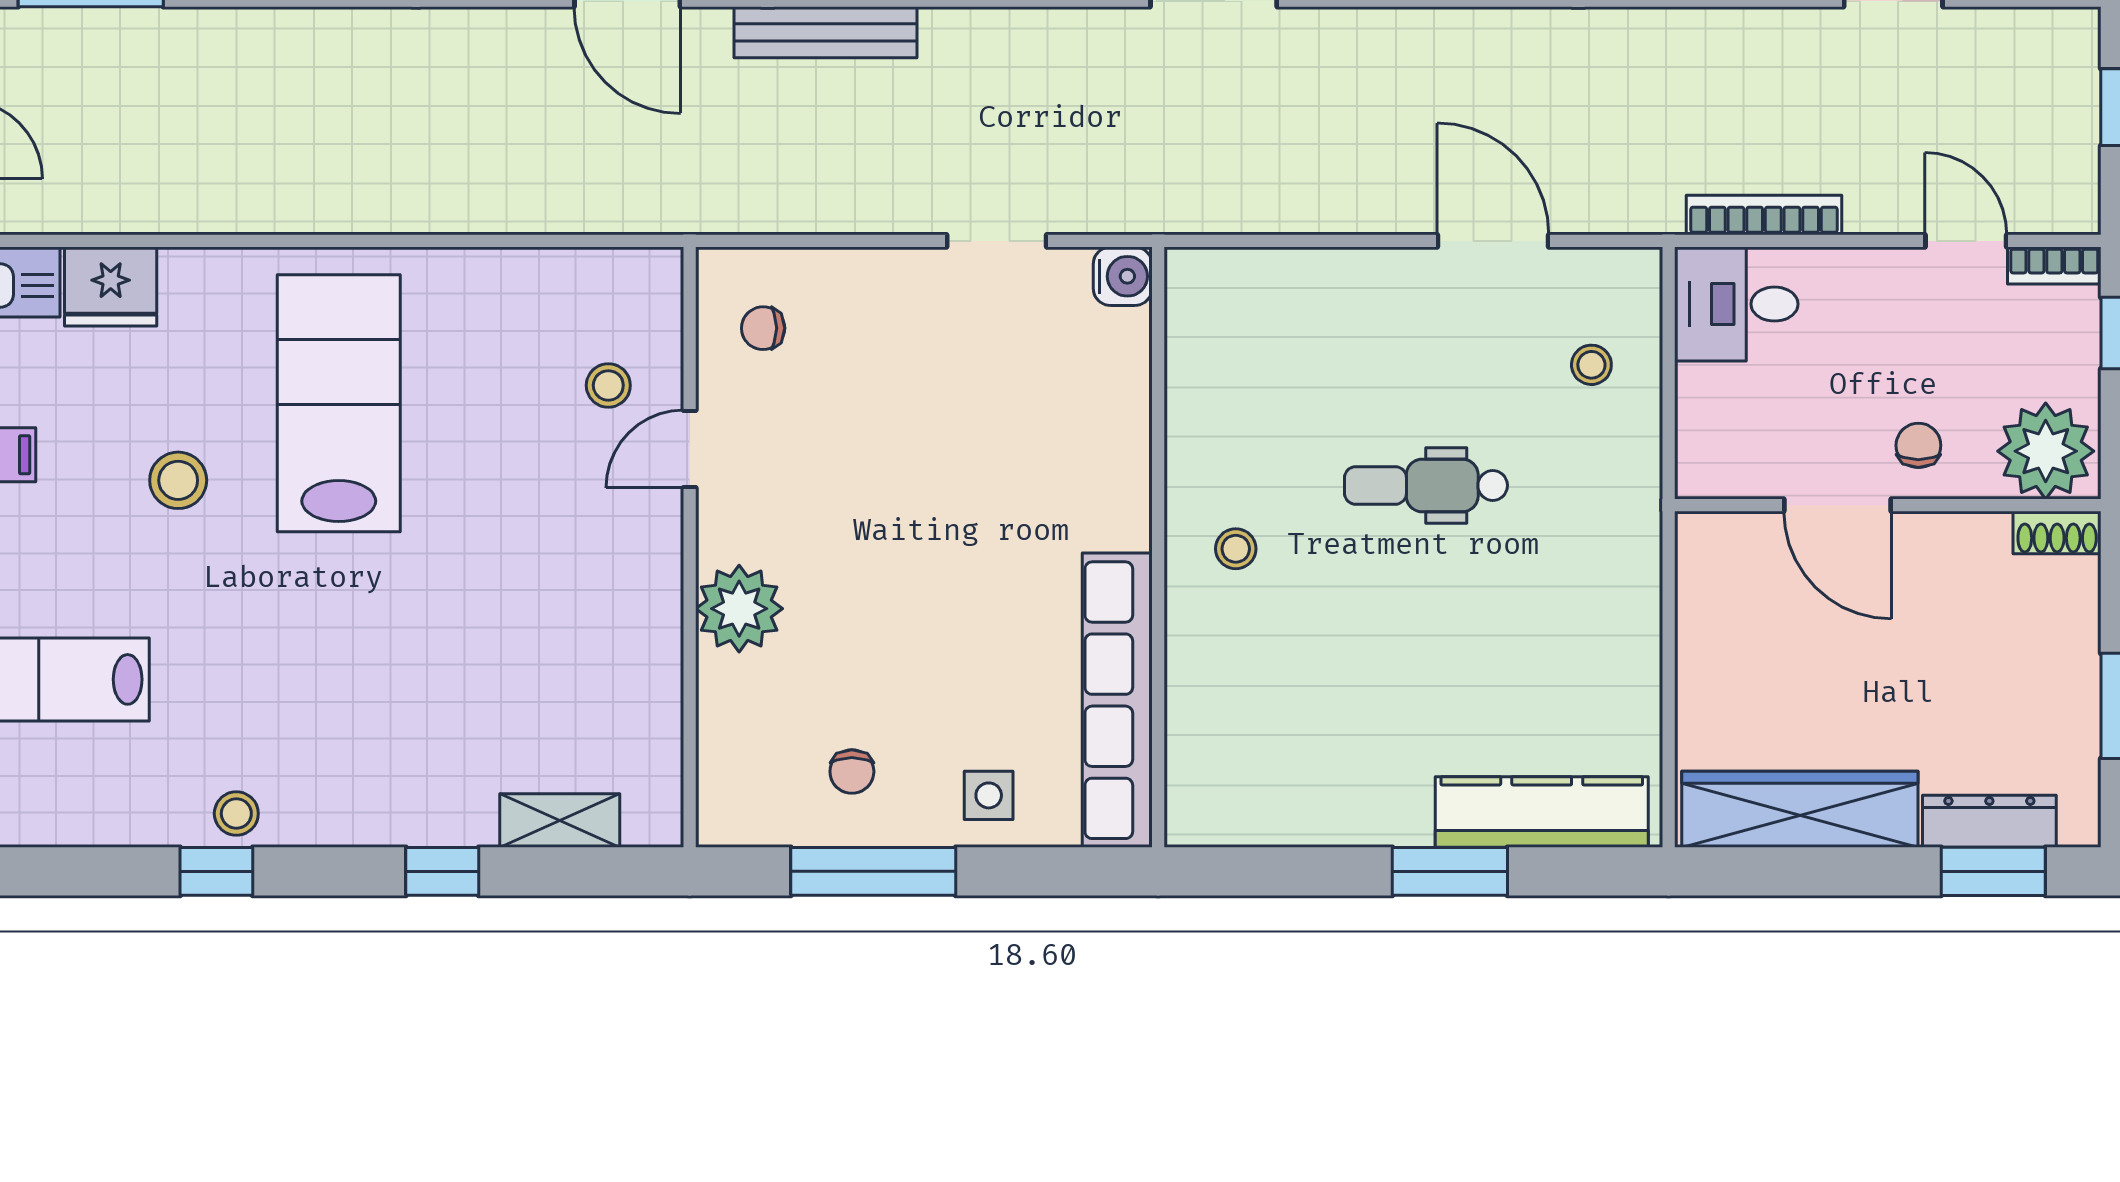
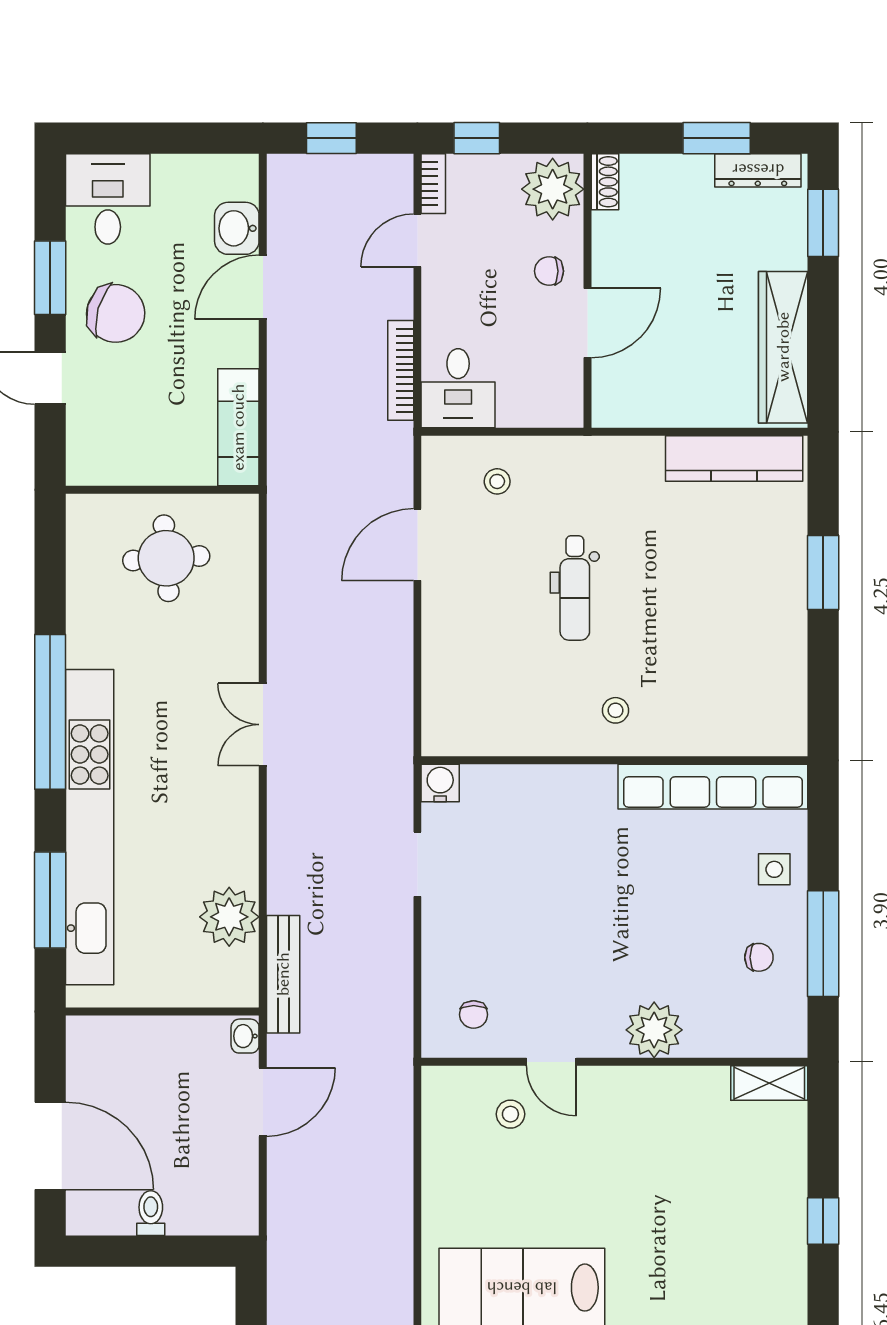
kitchen counter: (1542, 812) -> (734, 458), moved, turned -90
shelving: (560, 821) -> (769, 1083), moved, turned 90
dresser: (1989, 821) -> (758, 170), moved, turned -90

